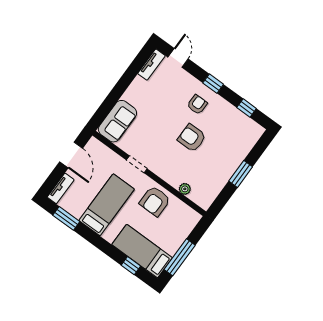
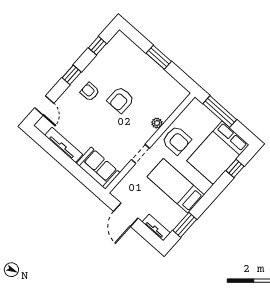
door: (178, 58) -> (44, 105), swing flipped
tv unit: (151, 65) -> (64, 145), moved, width x1.41
door: (71, 155) -> (126, 215), swing flipped
plant: (185, 189) -> (157, 123), moved
bed: (142, 251) -> (218, 153), width x1.50
window: (180, 257) -> (220, 112), moved

